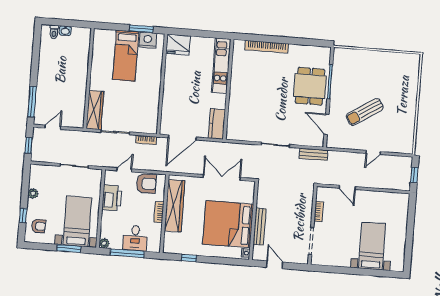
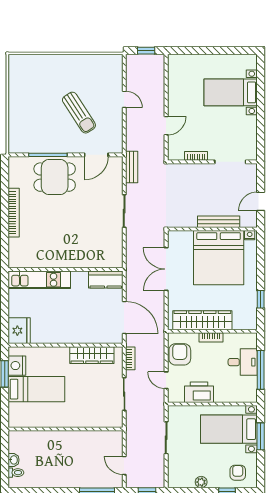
bookcase: (267, 47) -> (14, 213), moved
wardrobe: (95, 110) -> (92, 355), moved, turned 180
plant: (104, 243) -> (251, 397), removed

